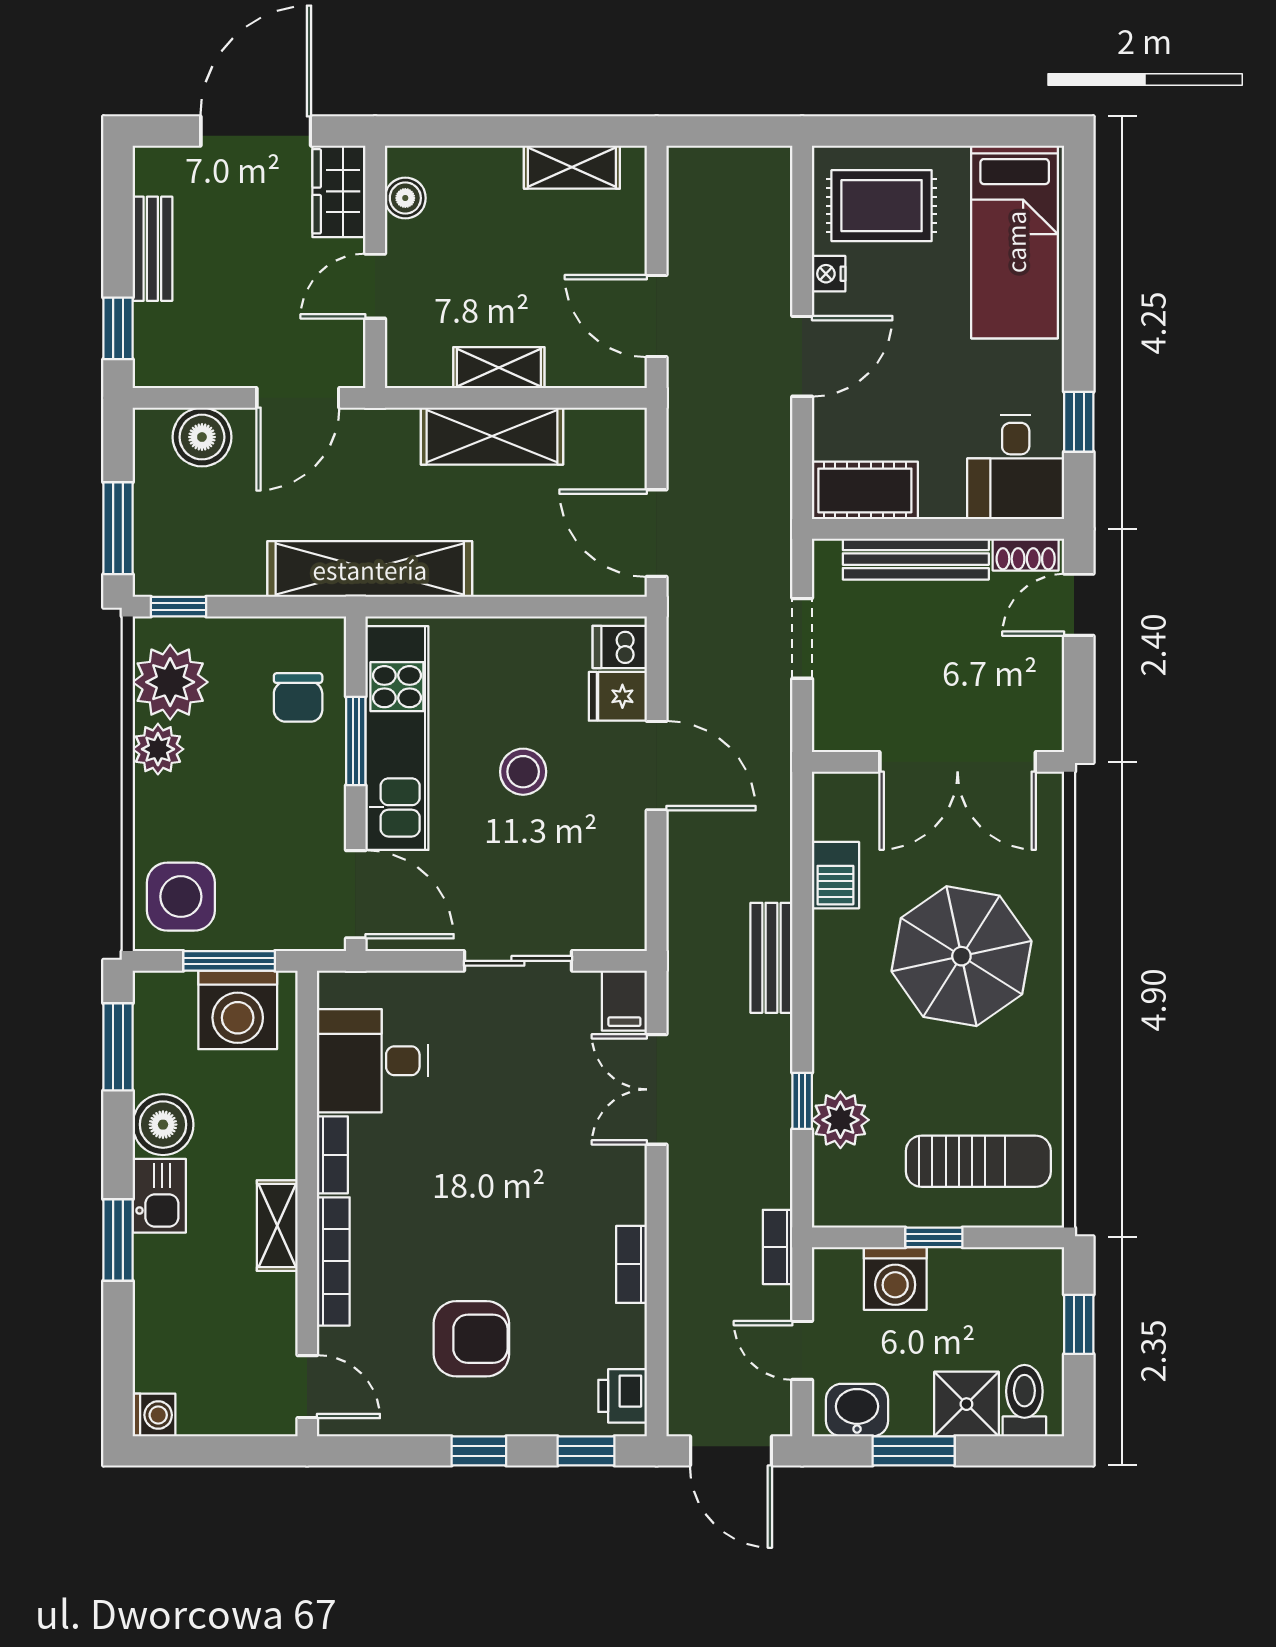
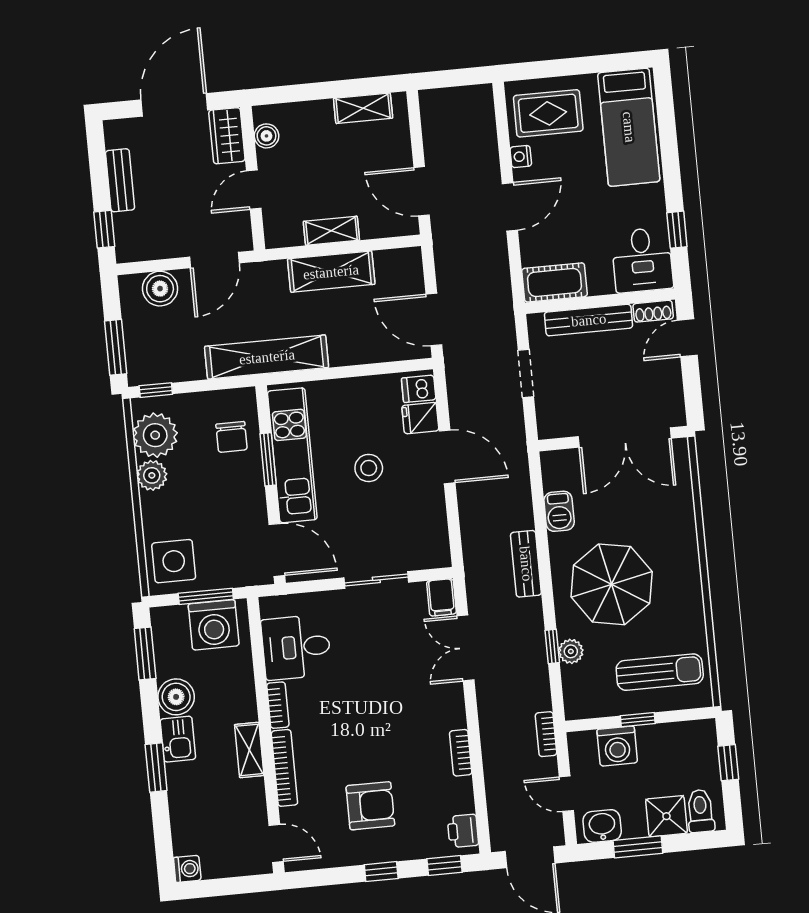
parasol: (961, 956) -> (612, 584), moved
plant: (840, 1120) -> (571, 651), width x0.73, depth x0.73

